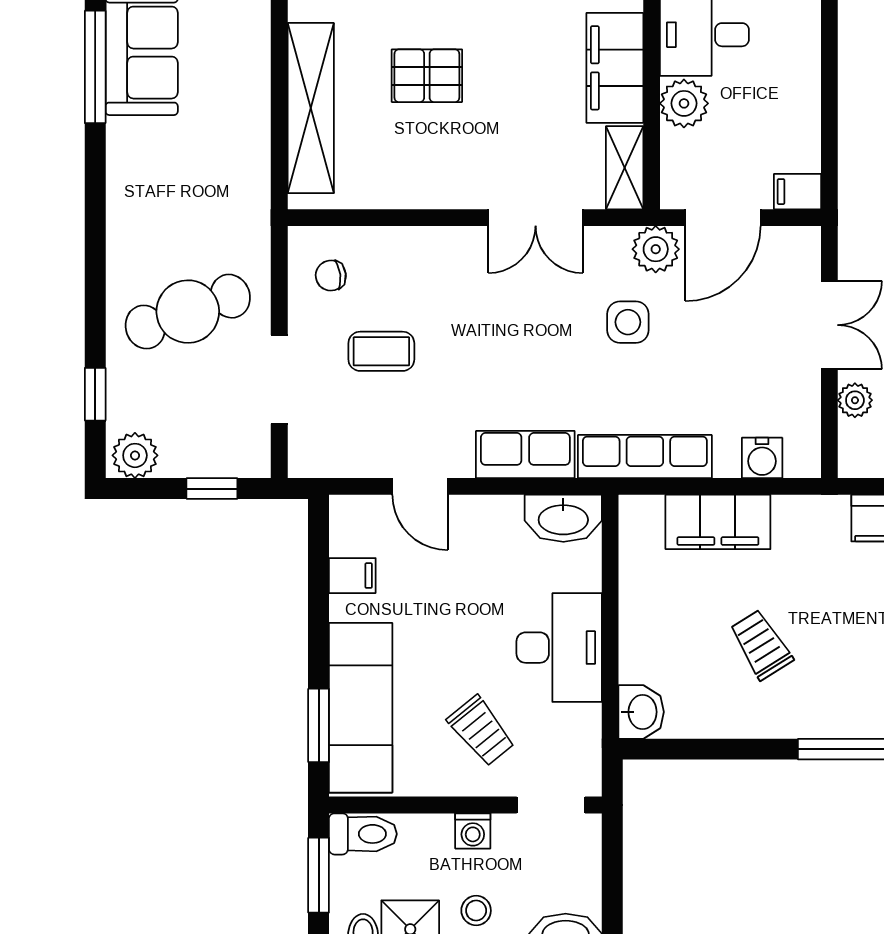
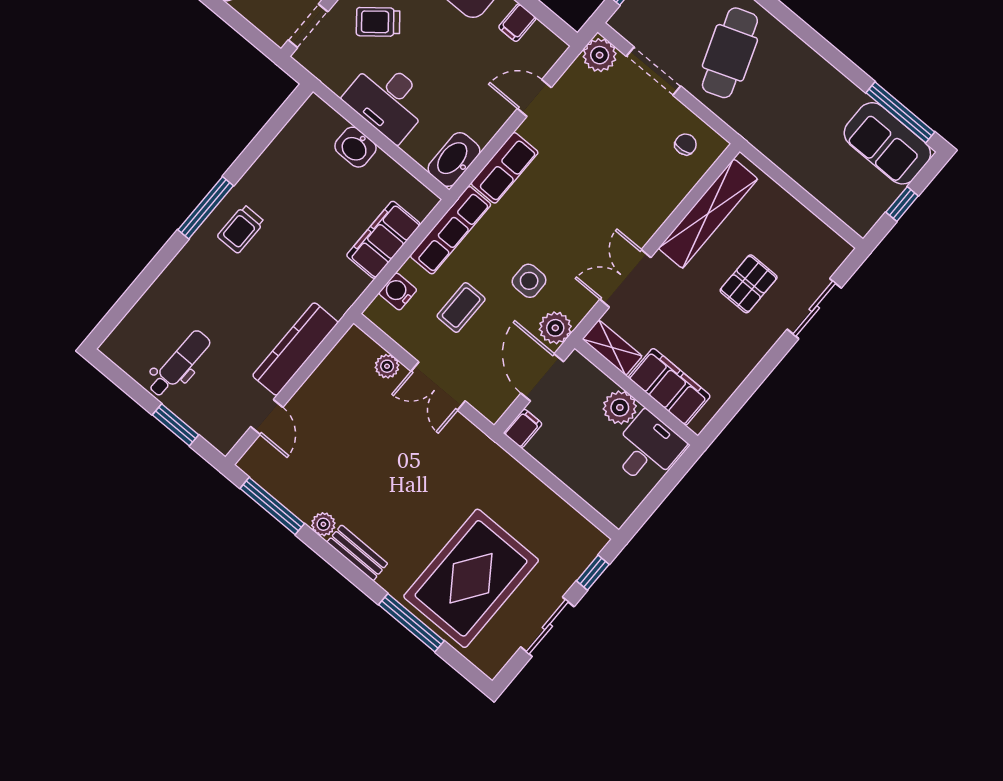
shelving: (311, 108) -> (708, 214), moved, turned 90
coffee table: (381, 351) -> (461, 308), moved
plant: (312, 454) -> (600, 55), added
trolley: (761, 645) -> (241, 229), moved, turned 122
washbasin: (641, 712) -> (355, 147), moved

